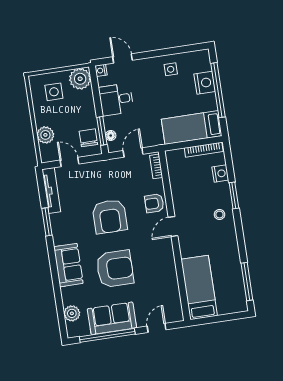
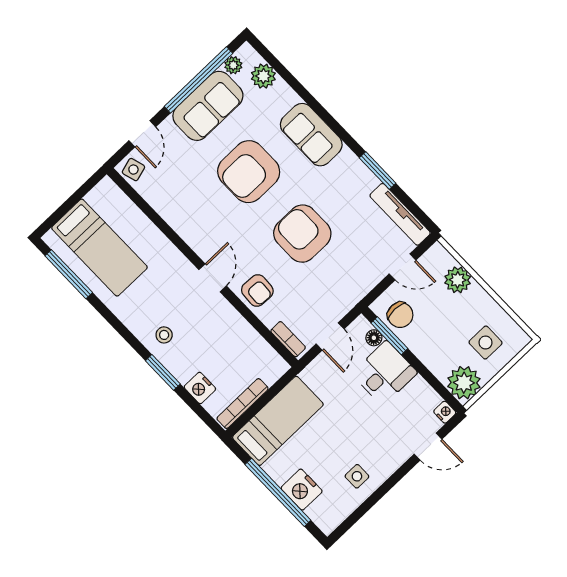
desk: (116, 99) -> (384, 373), moved
armchair: (154, 203) -> (257, 290), turned 93
bed: (199, 287) -> (99, 248), moved
side table: (174, 312) -> (133, 170), added
plant: (84, 330) -> (233, 65), added

